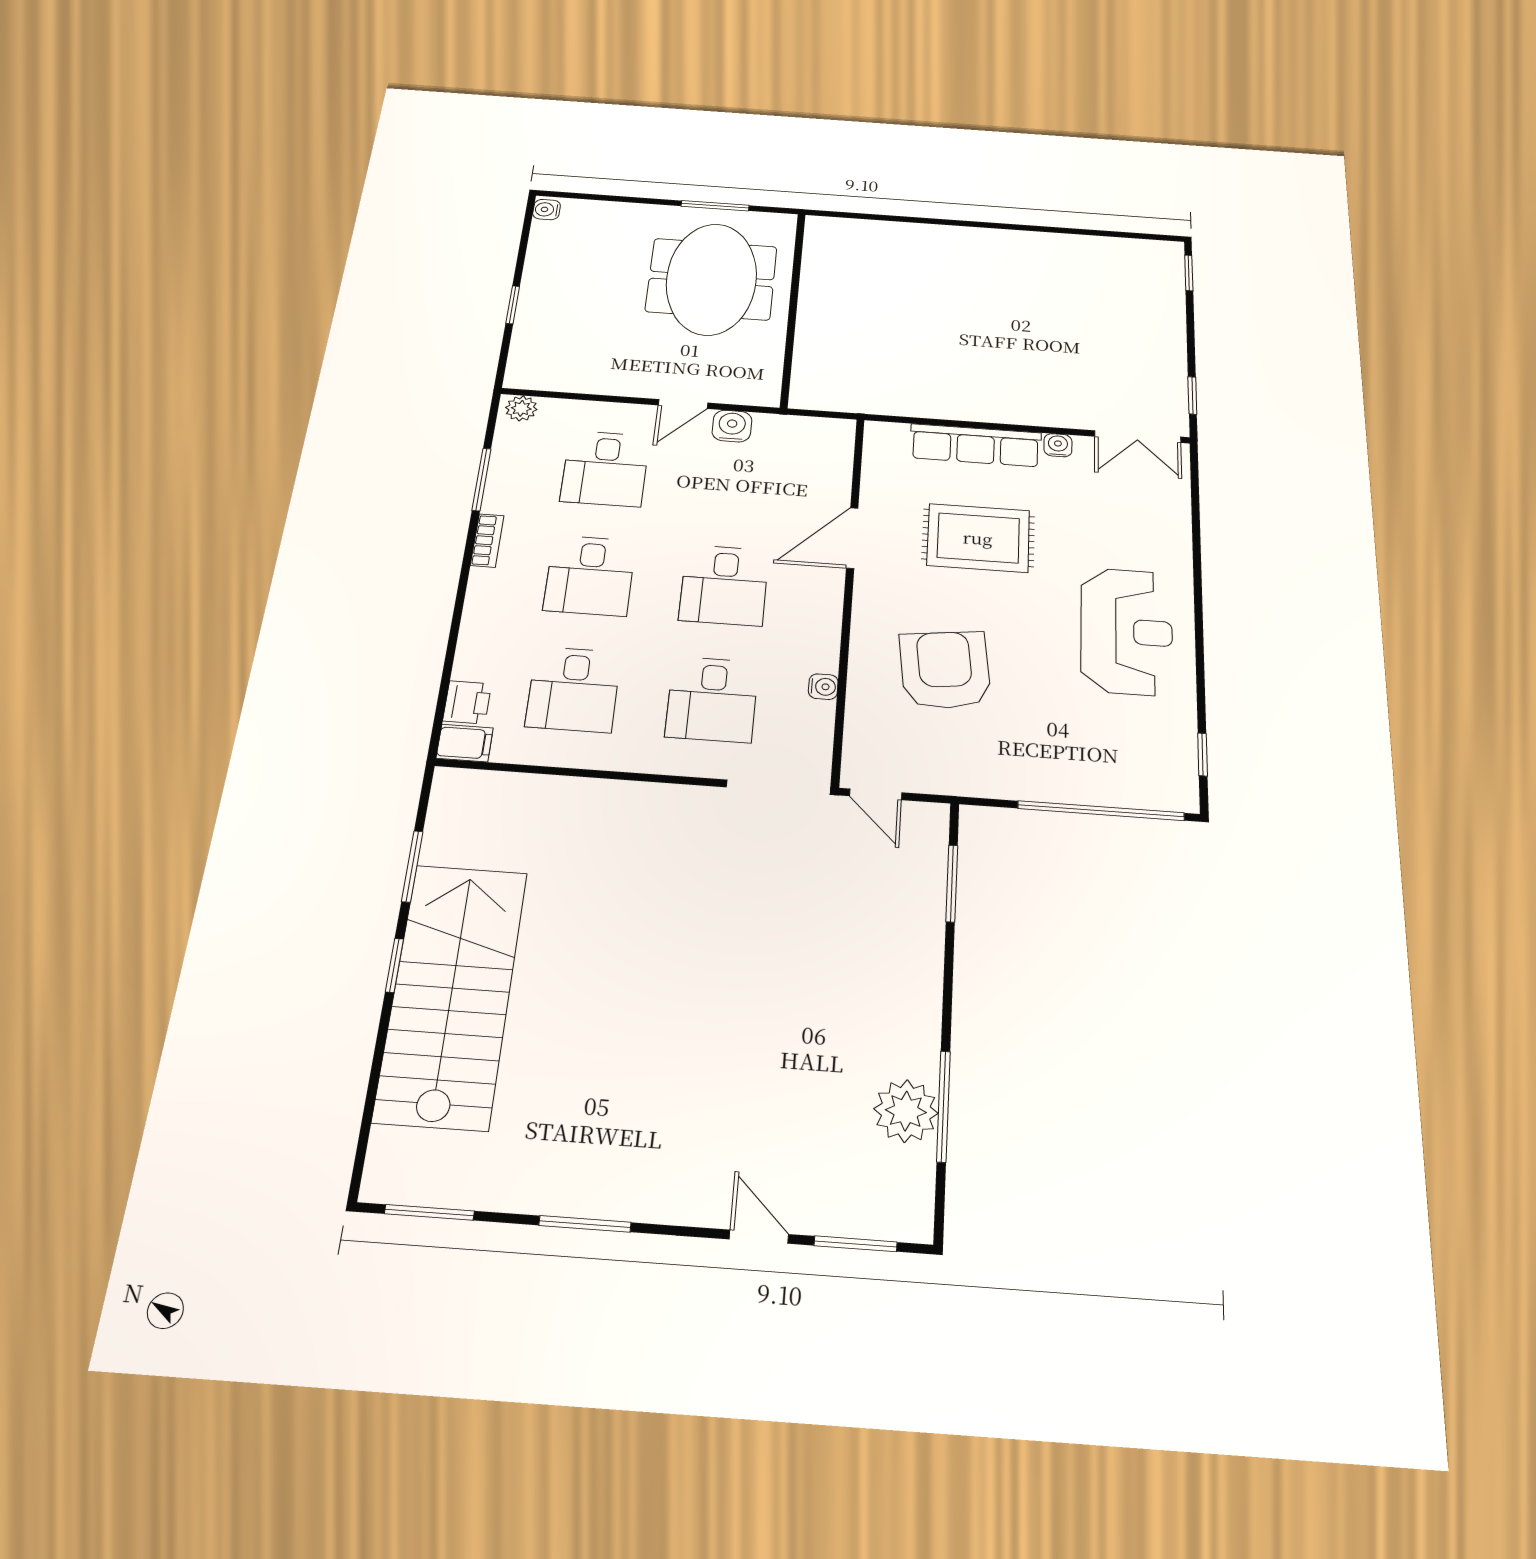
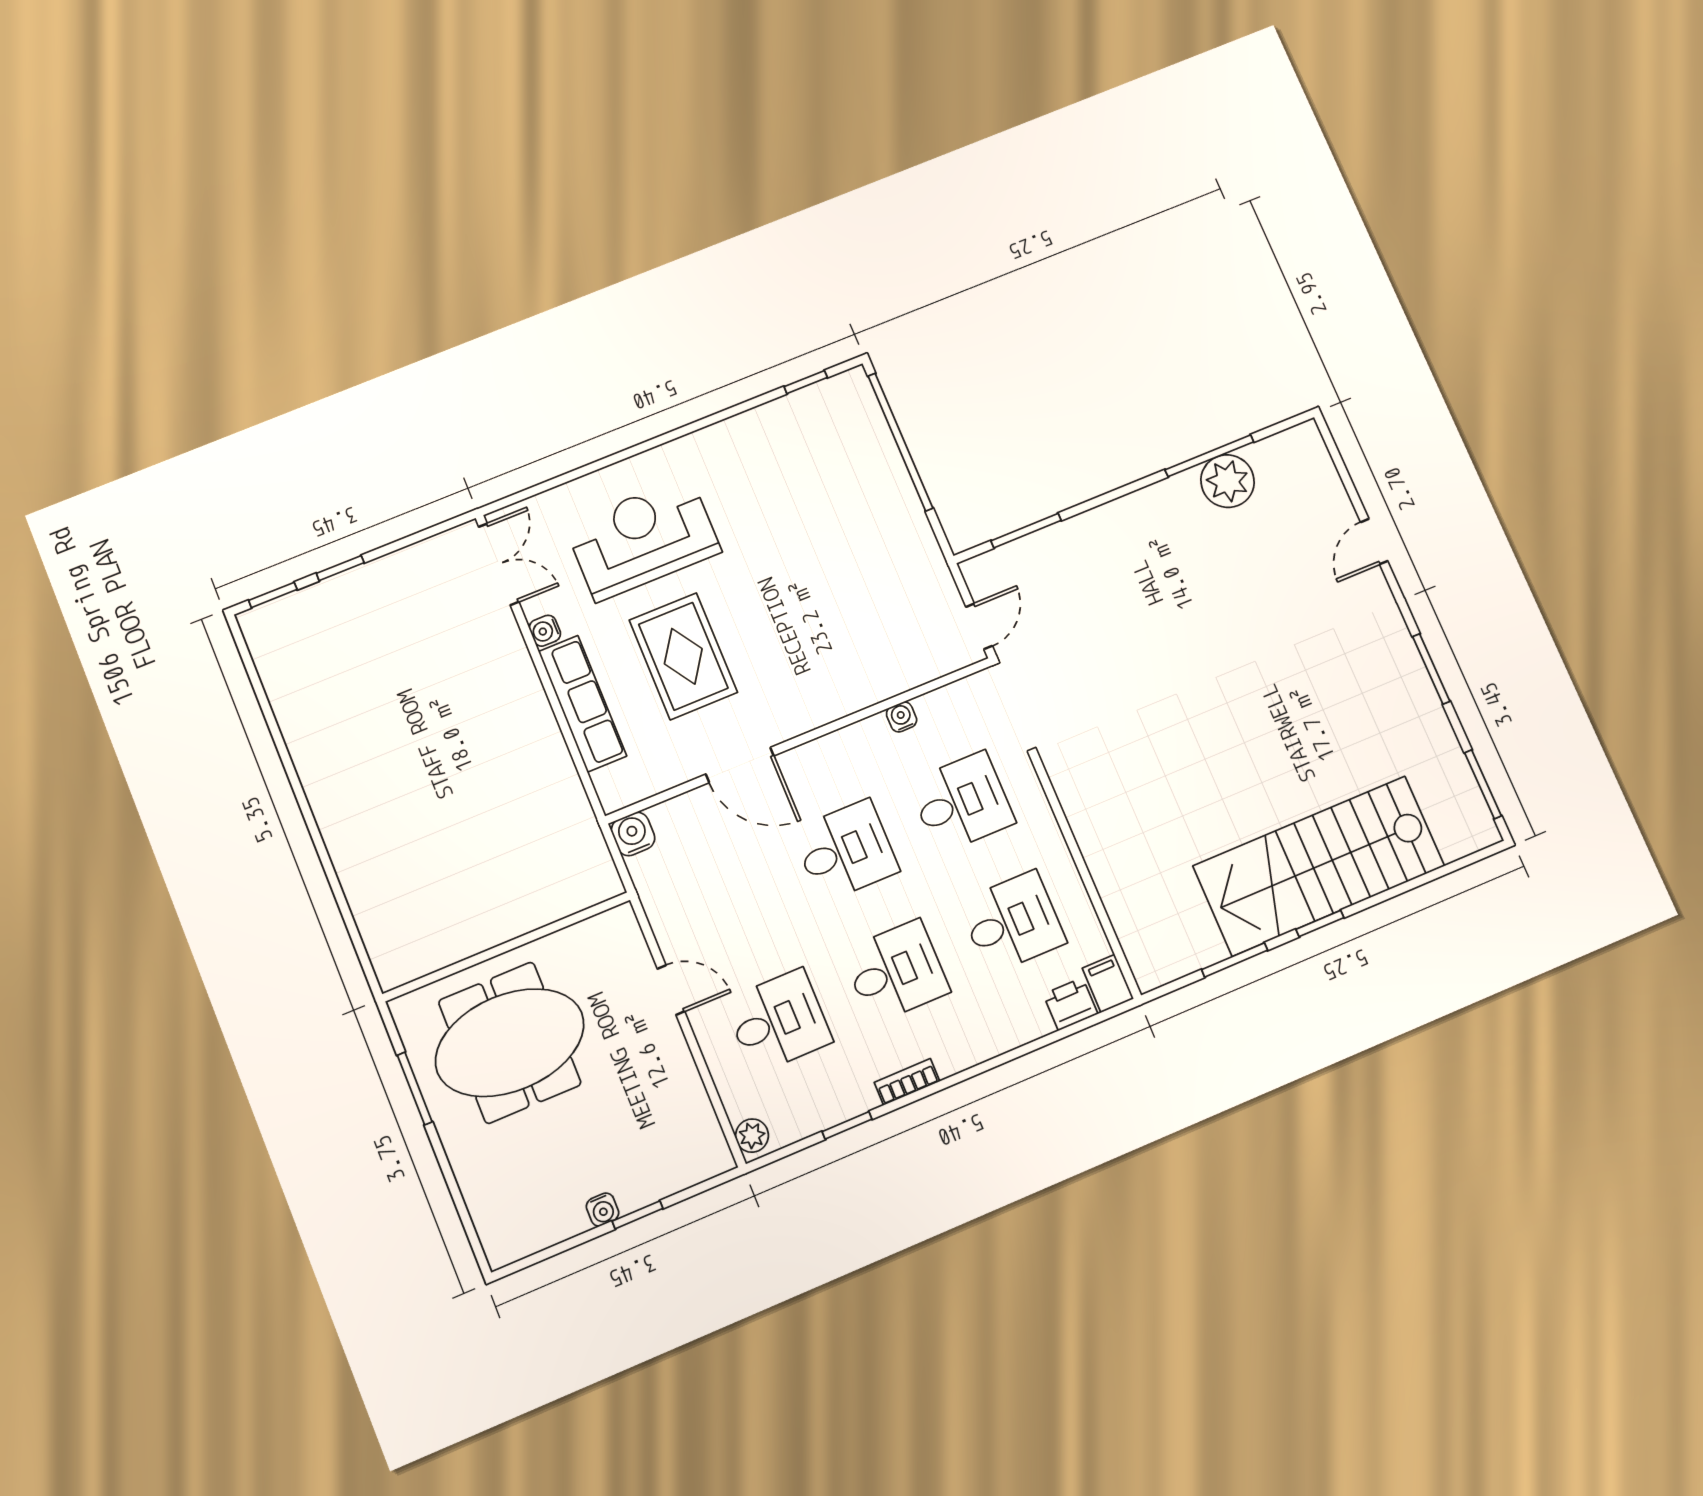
water cooler: (547, 210) -> (603, 1210), moved
window: (1192, 395) -> (340, 568), moved
water cooler: (732, 426) -> (633, 834), moved, turned 90
window: (481, 479) -> (847, 1125), width x0.67
reception desk: (1127, 631) -> (643, 539), moved
armchair: (945, 670) -> (833, 624), removed
window: (856, 1244) -> (1343, 471), removed

